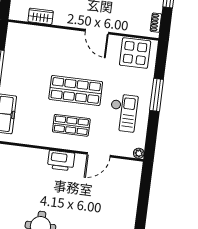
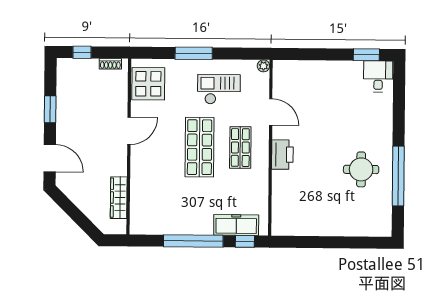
wardrobe: (41, 16) -> (119, 198), width x1.50

